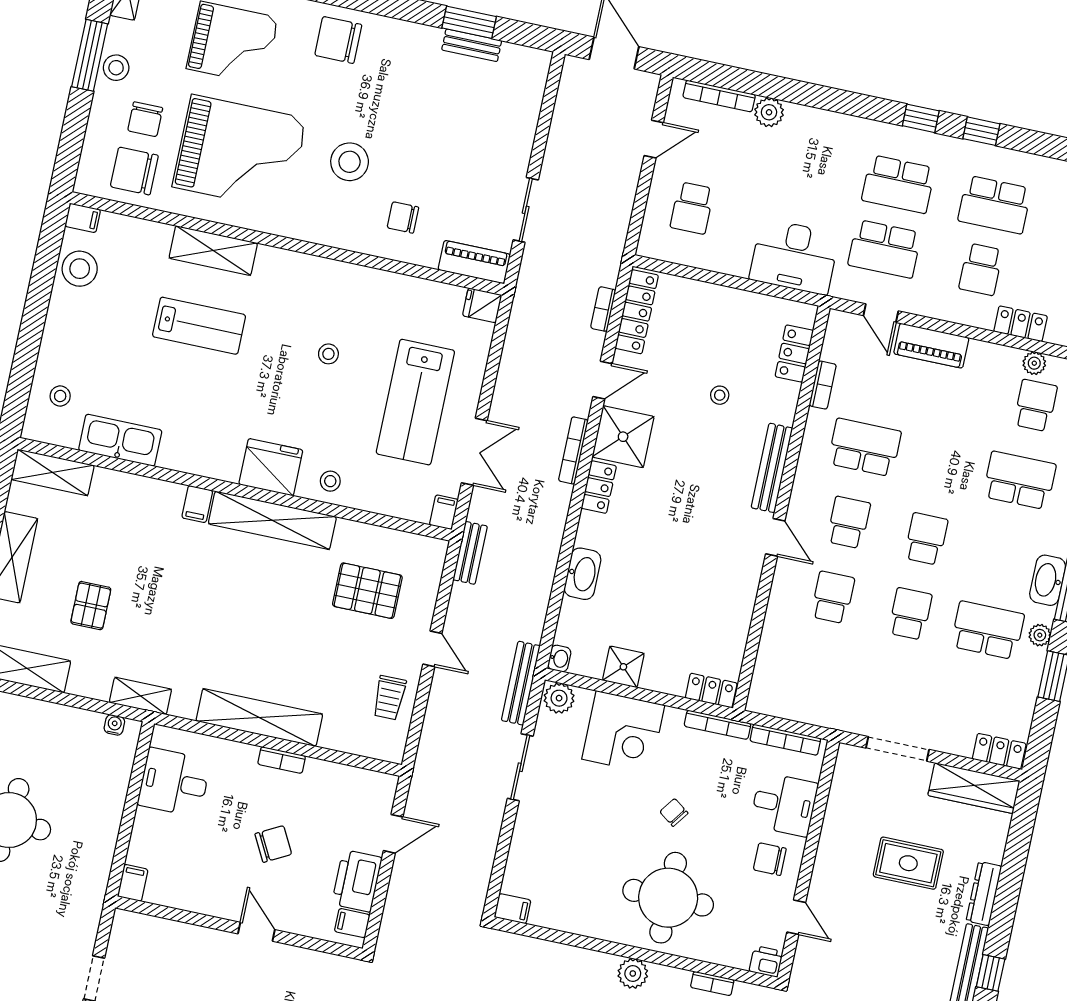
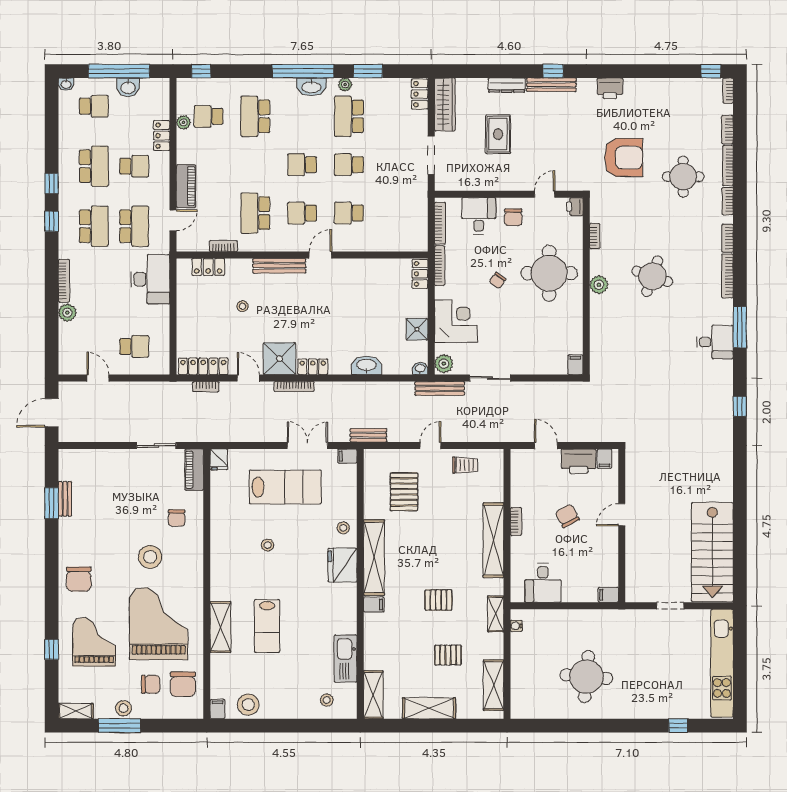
bookcase: (719, 96) -> (64, 281), moved
lab bench: (199, 326) -> (267, 626), turned 180
pallet: (182, 609) -> (438, 600), added

